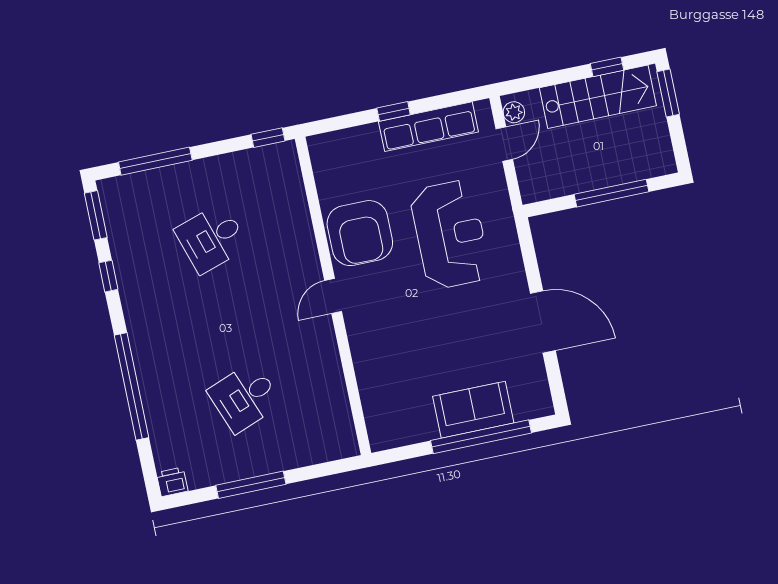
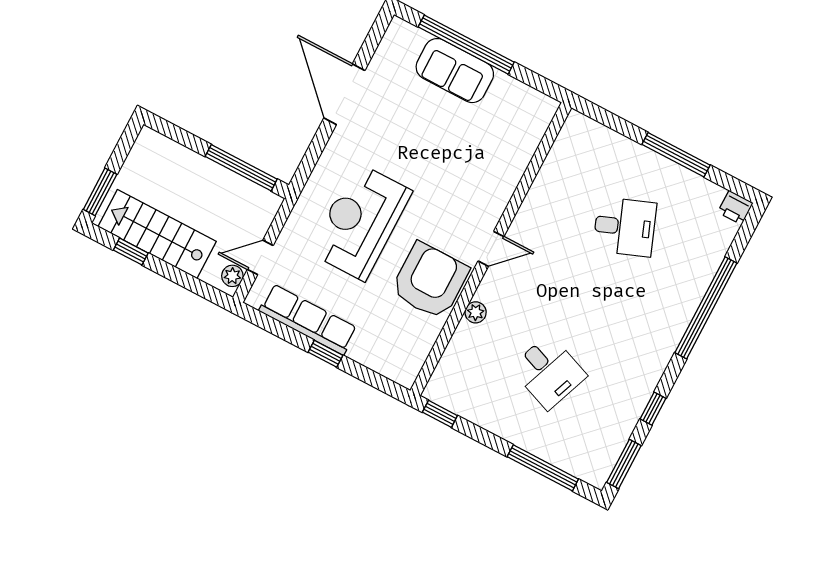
window: (611, 193) -> (241, 168), moved
desk: (211, 238) -> (549, 372), turned 39
plant: (305, 238) -> (476, 312), added

